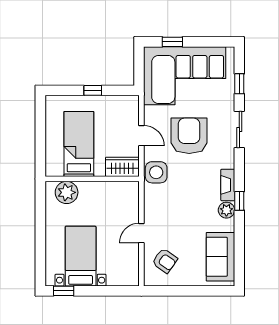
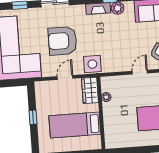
plant: (67, 192) -> (106, 97), moved, width x0.53, depth x0.53
door: (141, 233) -> (140, 72), swing flipped

